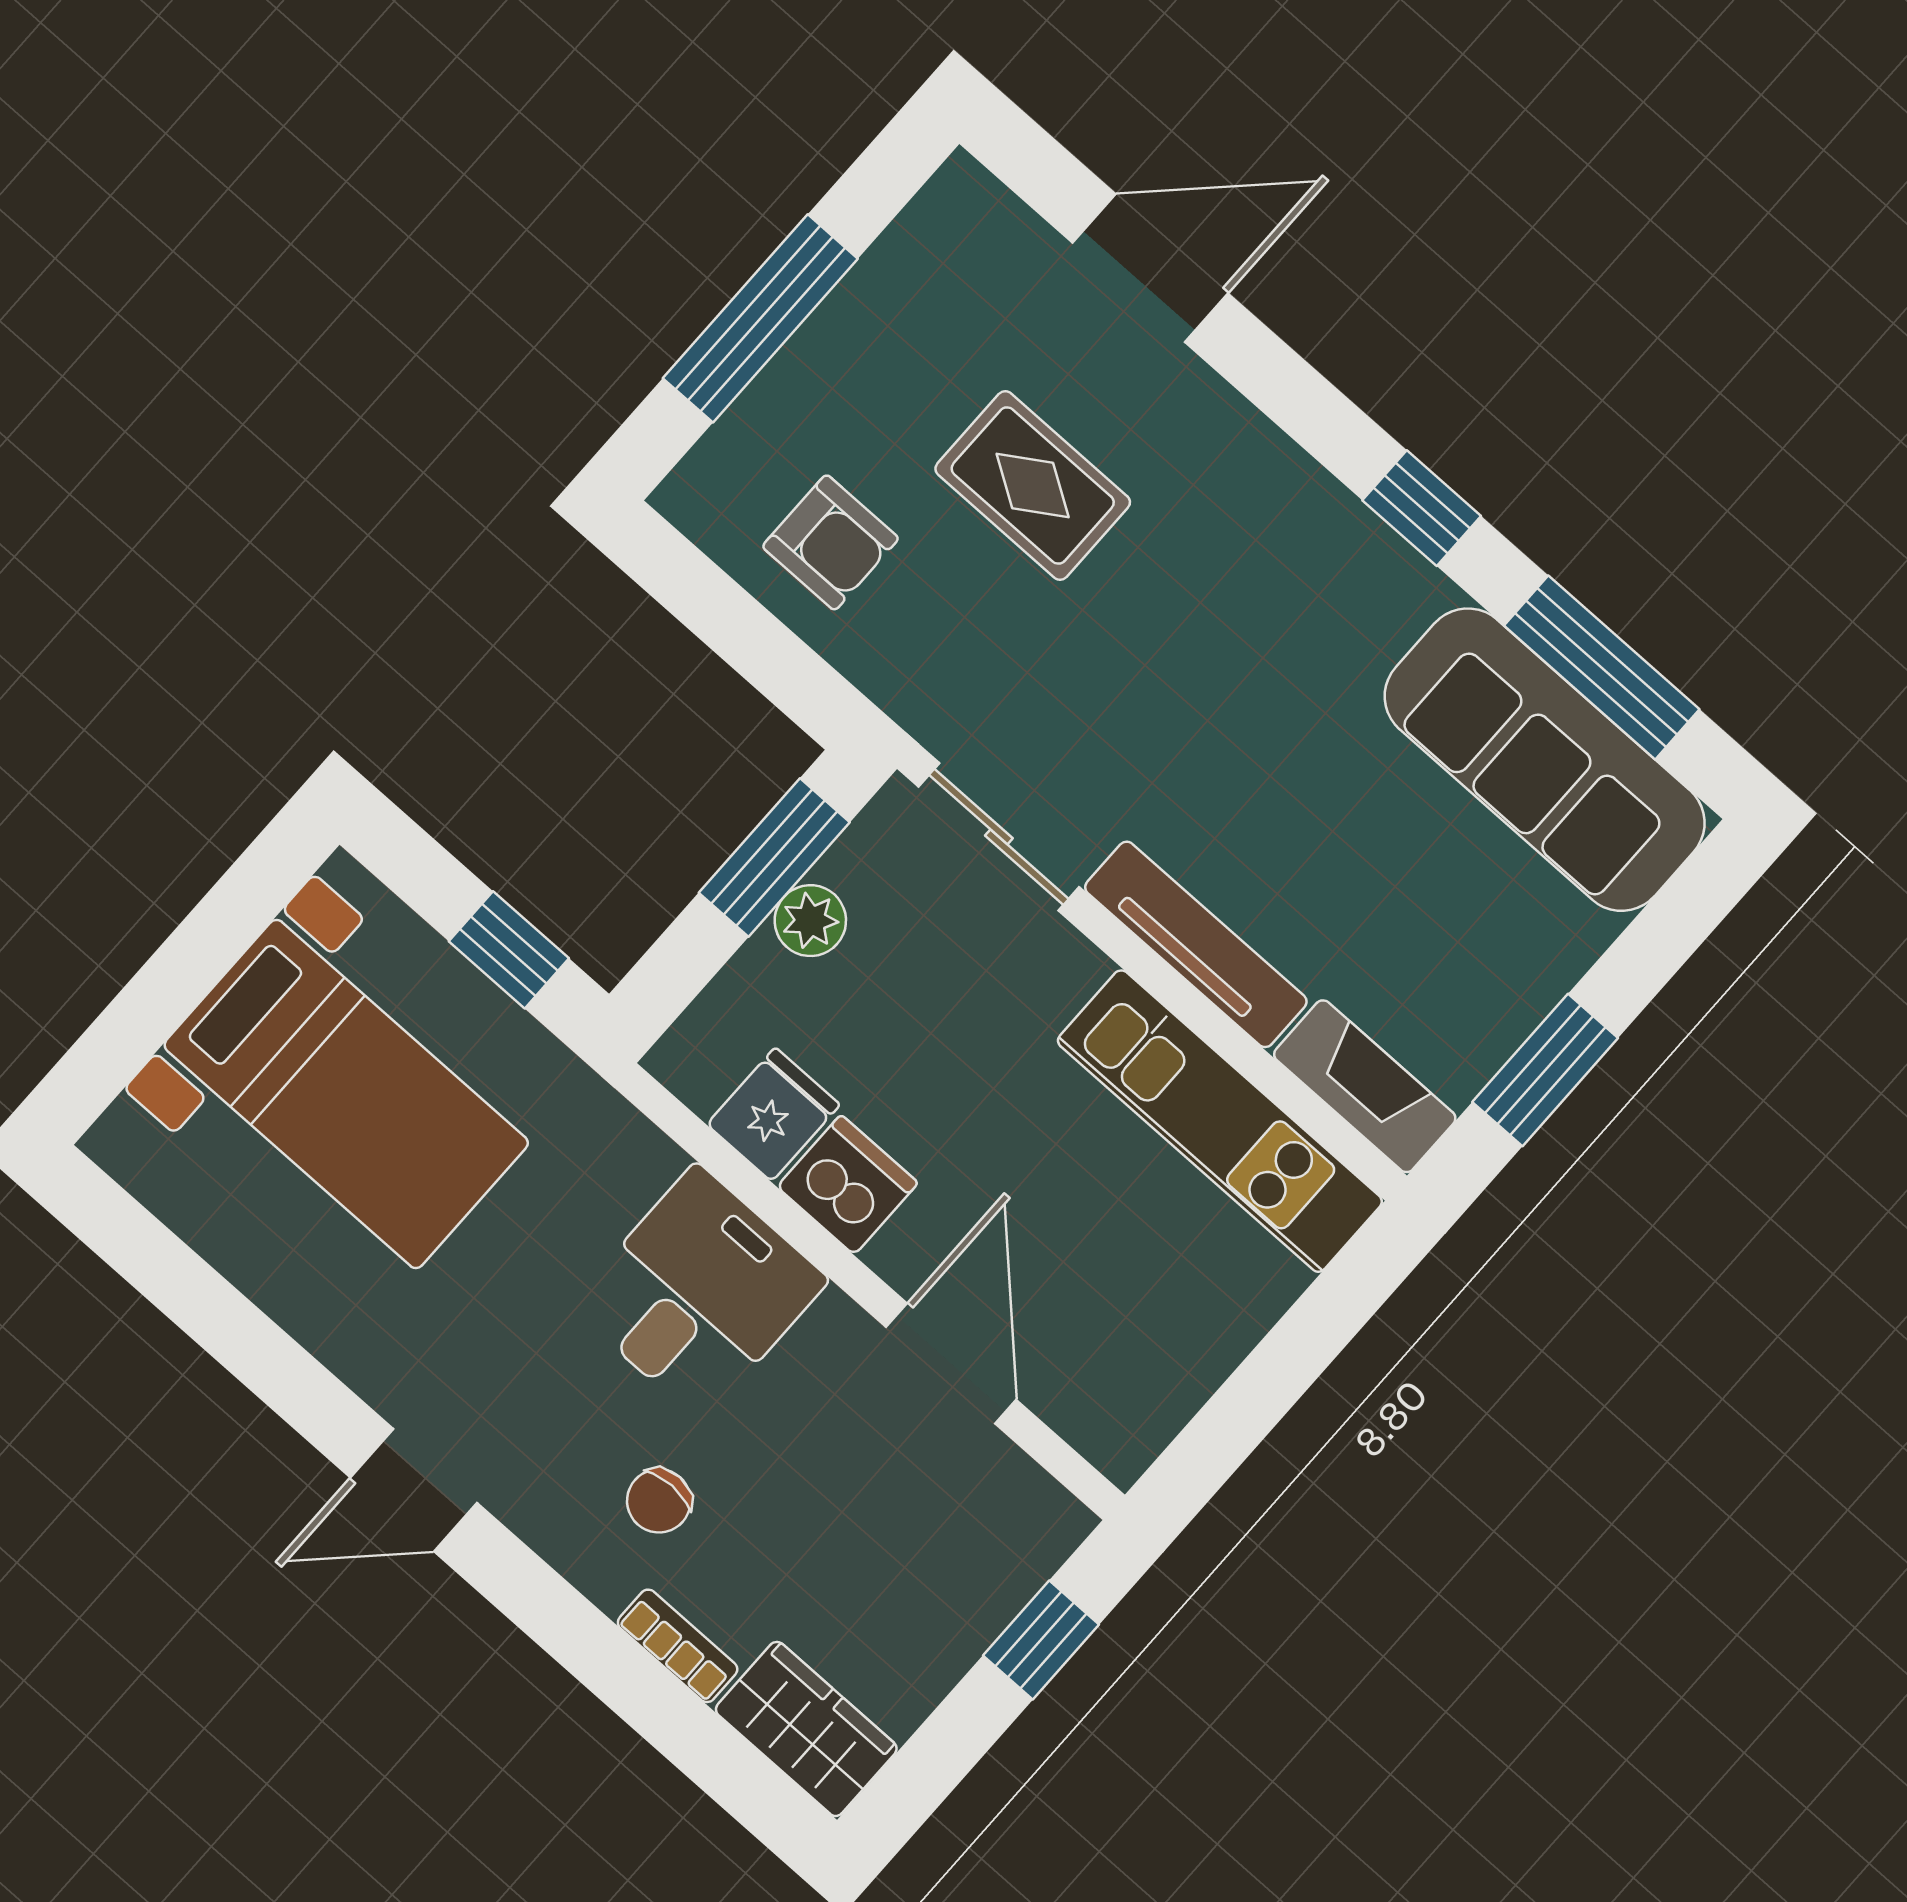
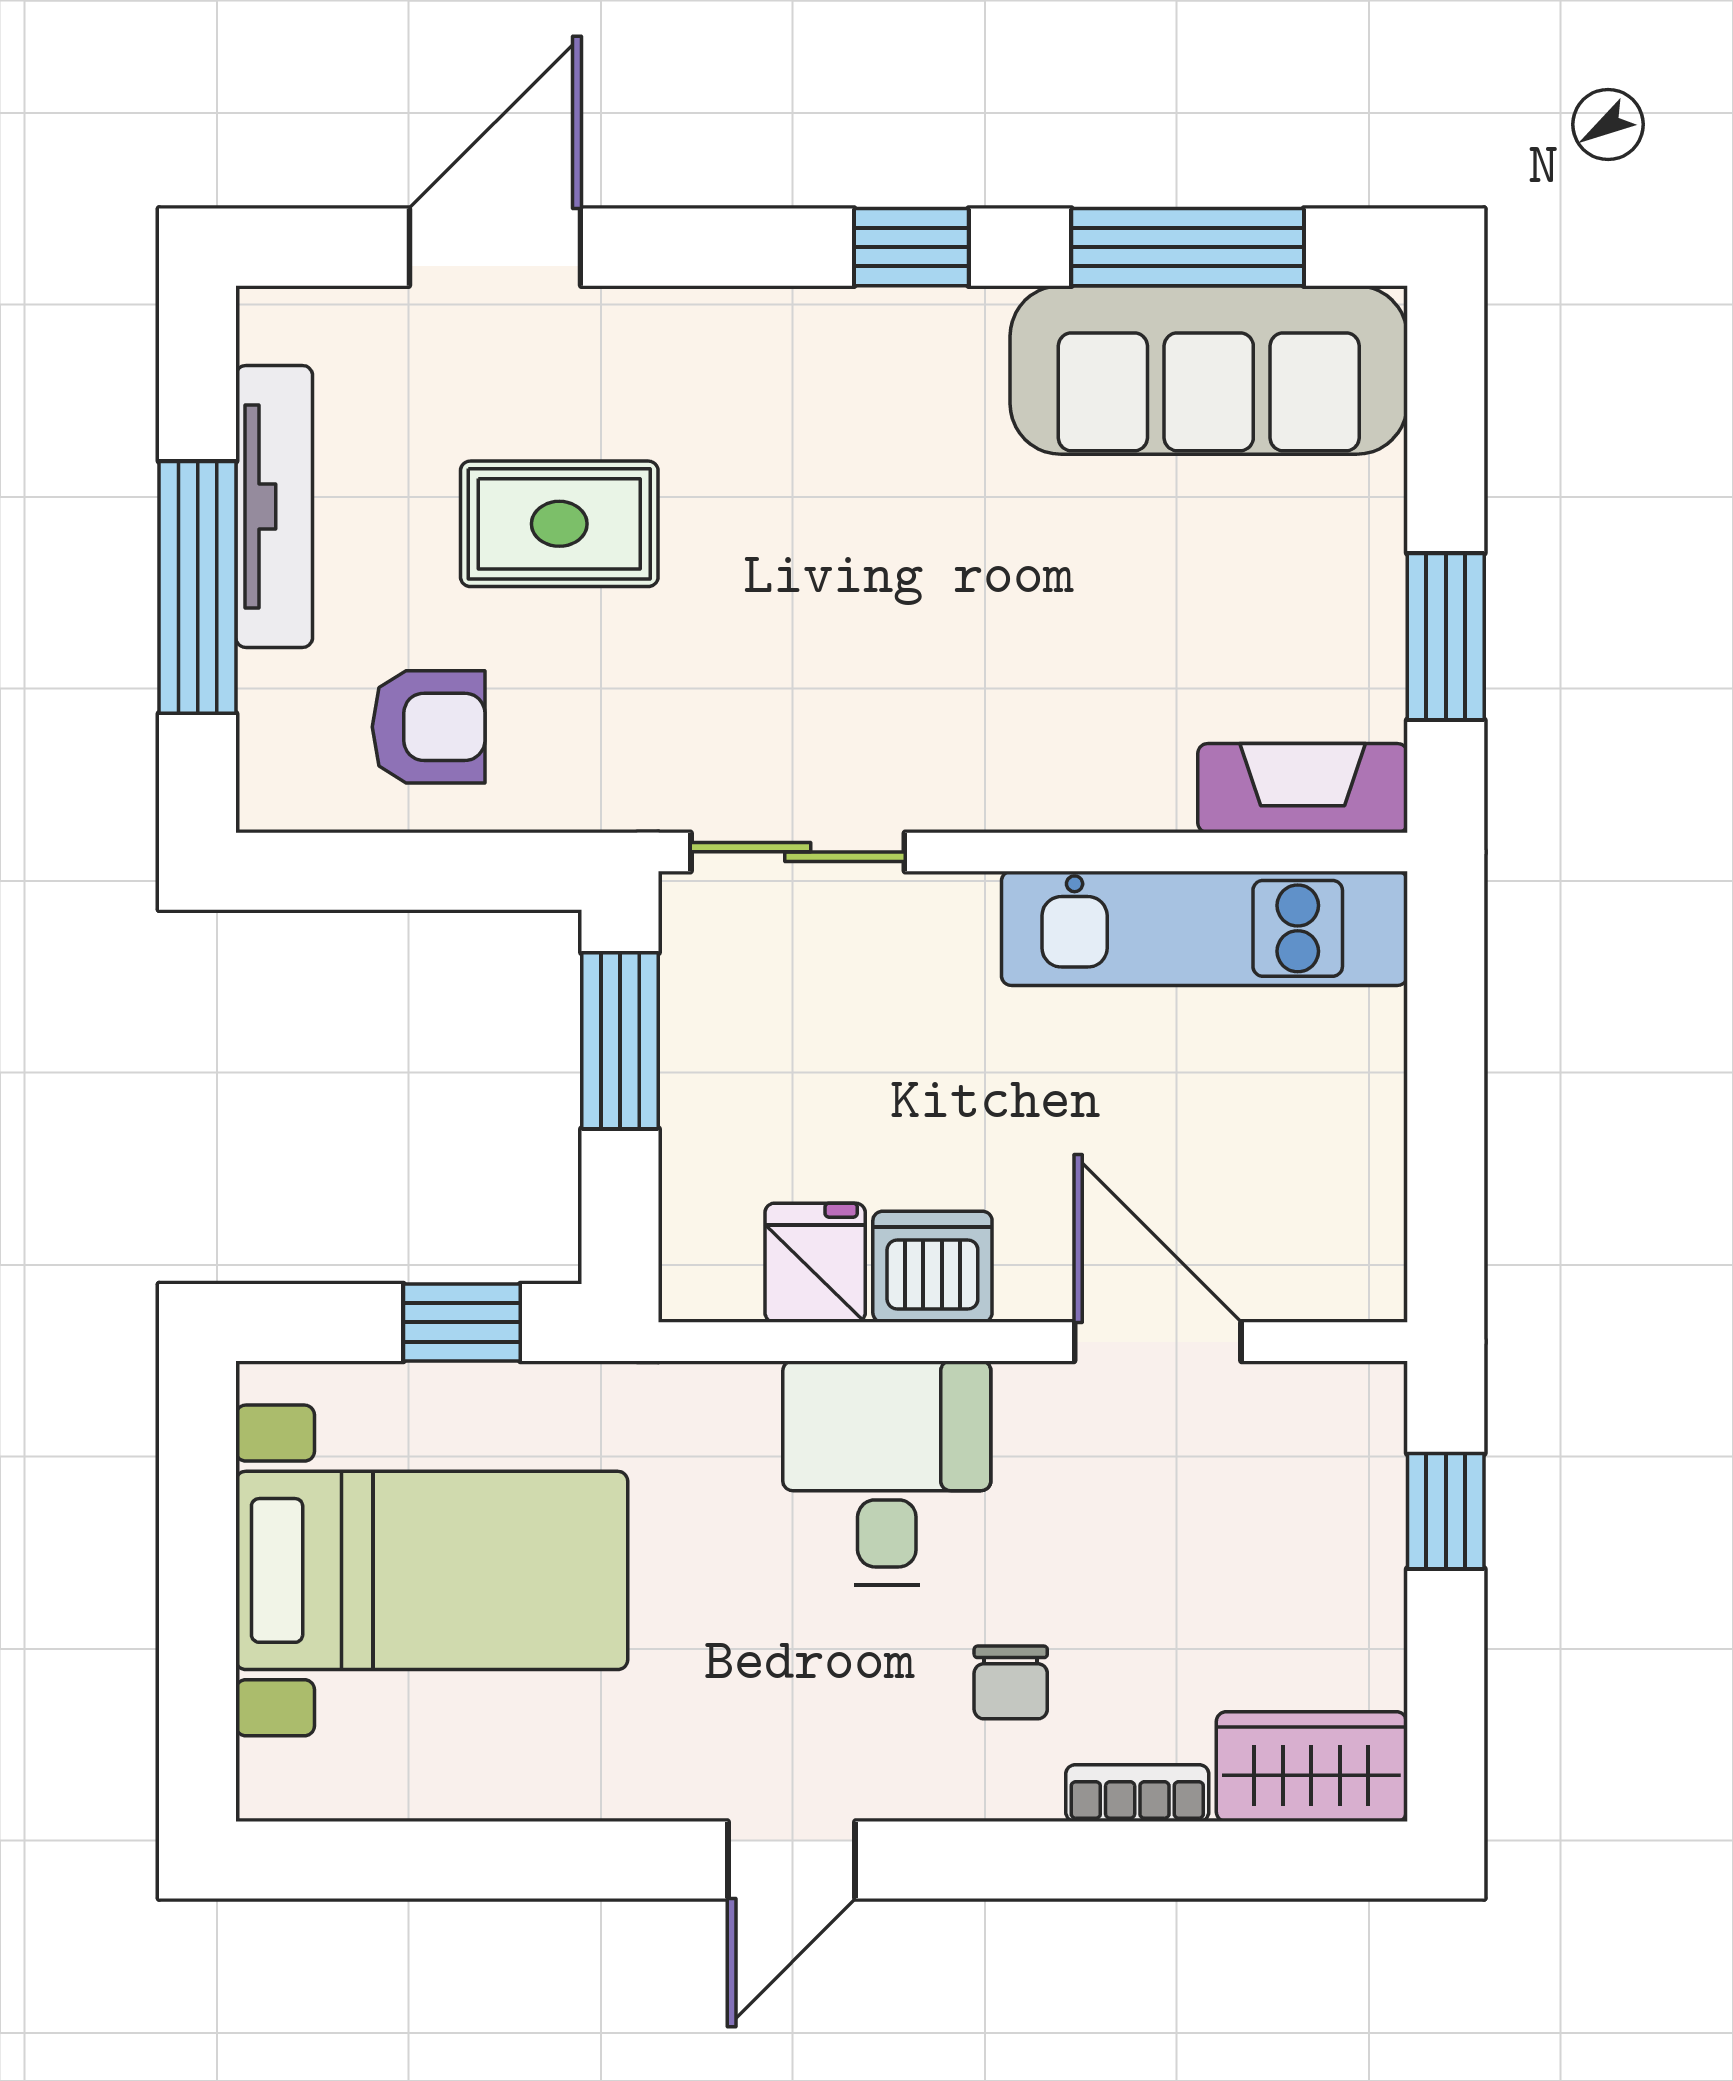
plant: (810, 921) -> (699, 1068), removed
tv unit: (1196, 944) -> (274, 506), moved, turned 90

